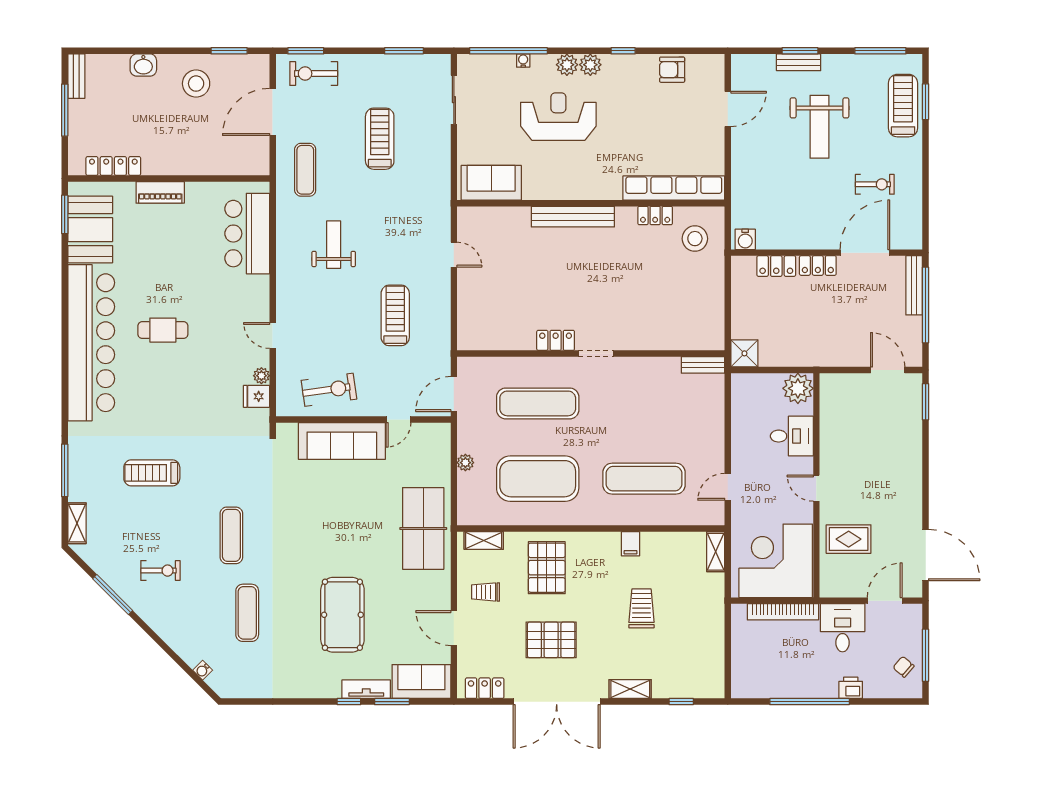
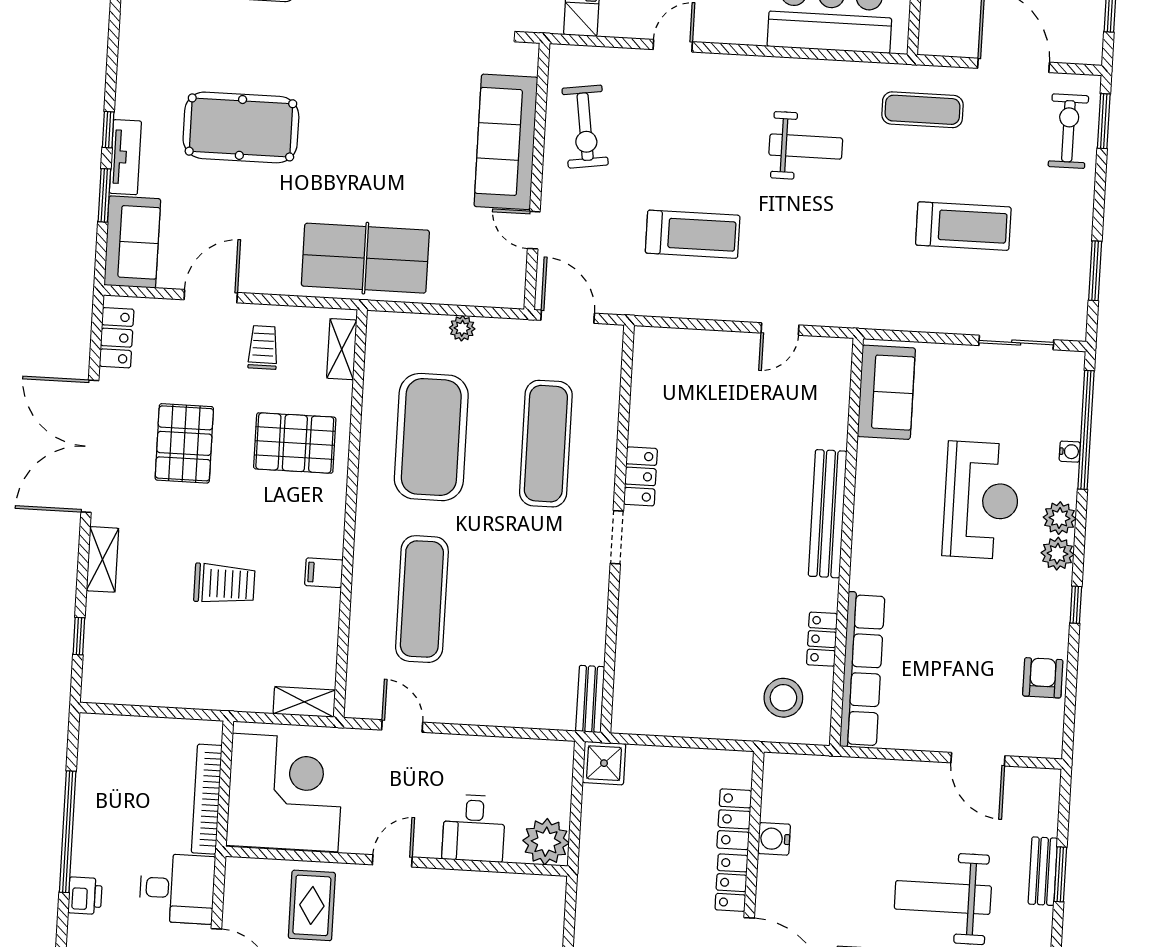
water cooler: (745, 239) -> (774, 839), moved
plant: (261, 376) -> (612, 25), removed

